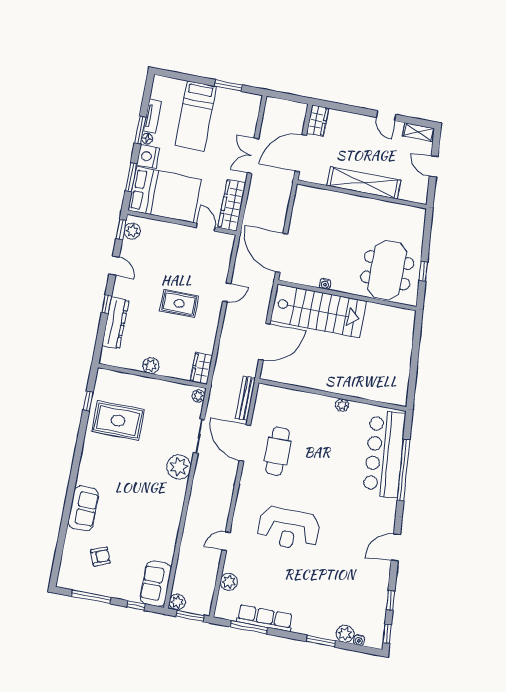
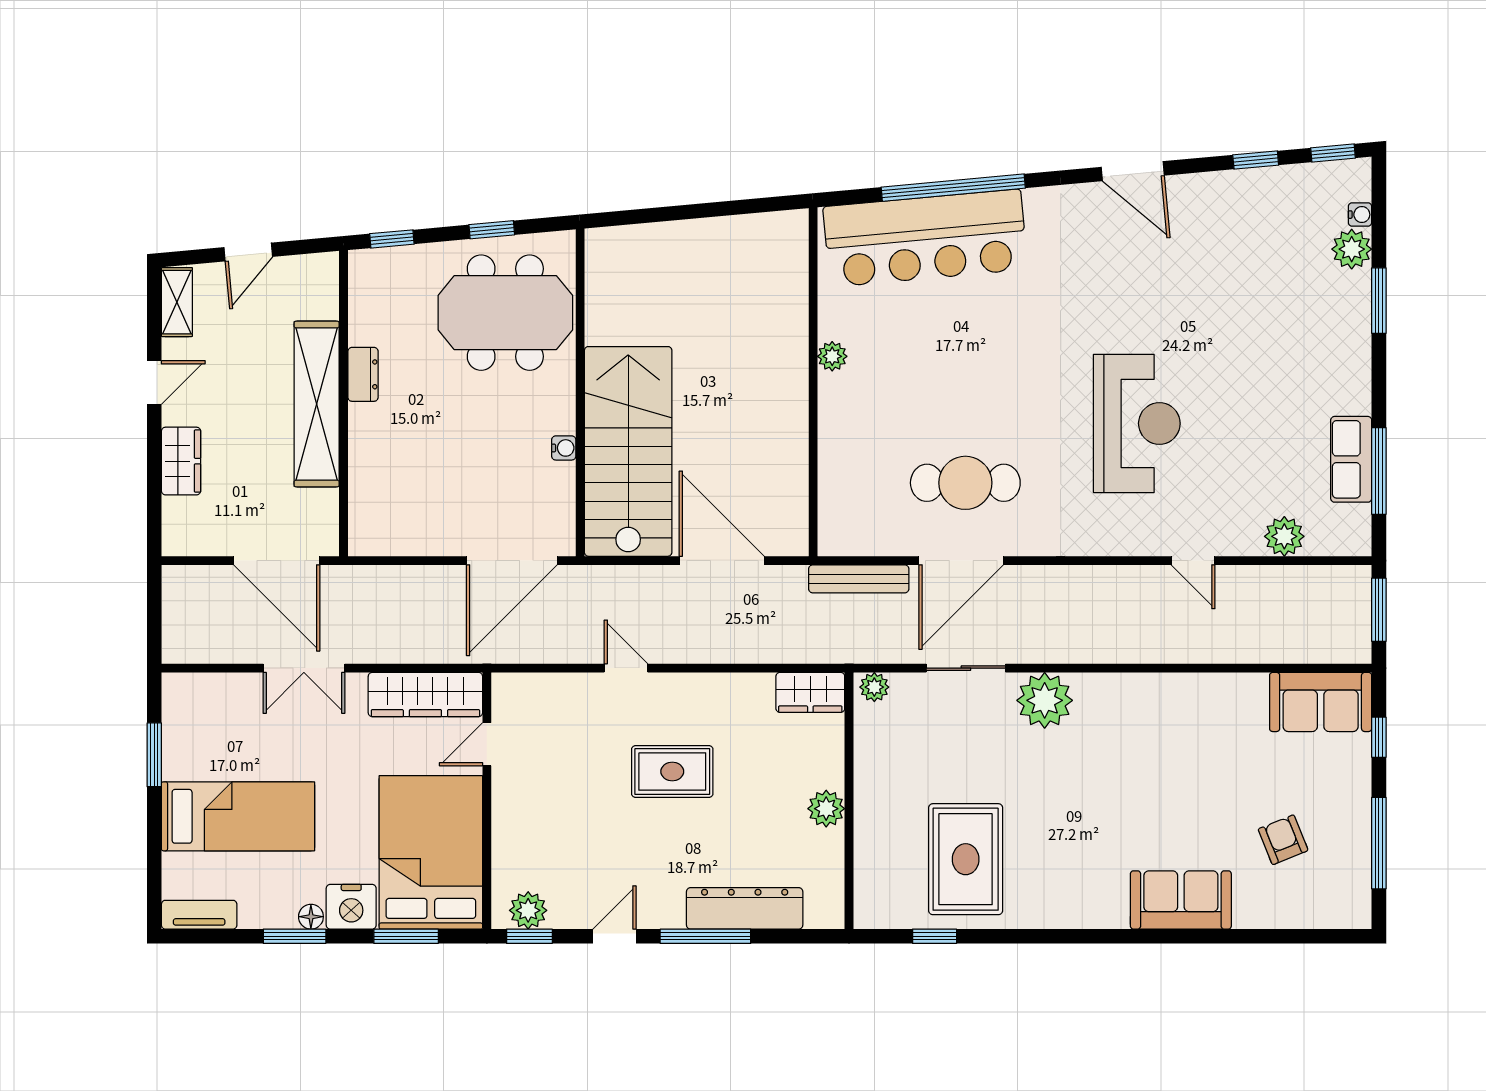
tv unit: (152, 116) -> (199, 915), moved
wardrobe: (318, 121) -> (181, 461), moved, turned 90
dresser: (373, 205) -> (363, 374), added
window: (428, 228) -> (392, 239), added
rug: (179, 303) -> (672, 771), turned 90
window: (107, 304) -> (705, 936), width x2.17
plant: (177, 602) -> (1353, 645), removed
row of seats: (265, 618) -> (1351, 459), width x0.68

